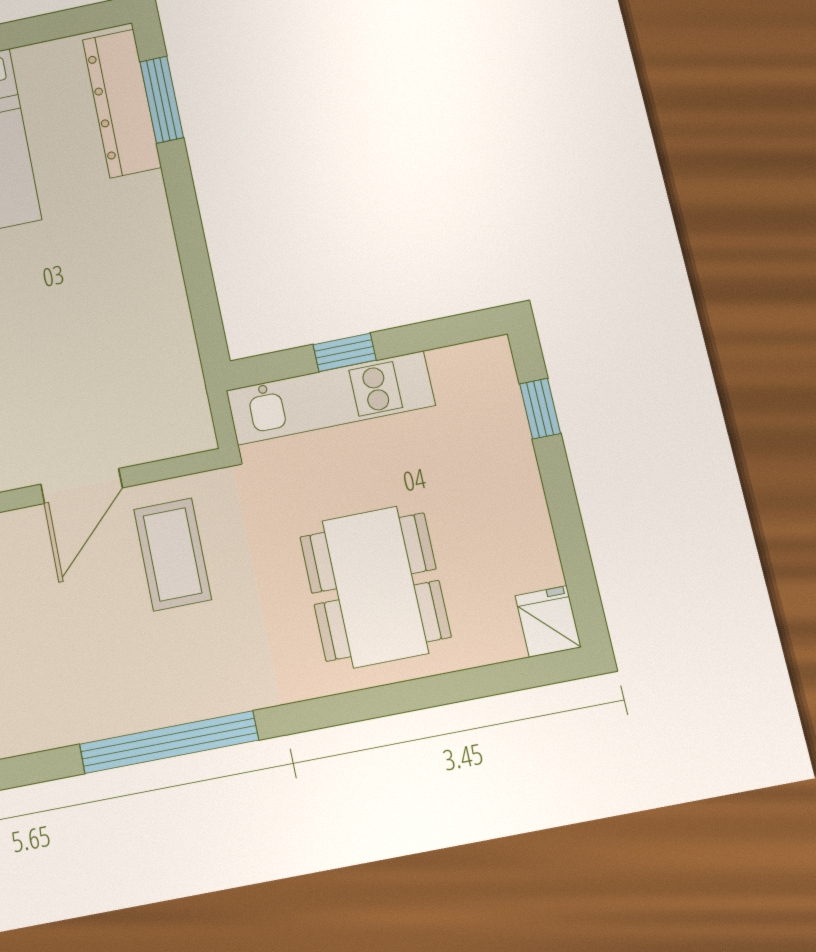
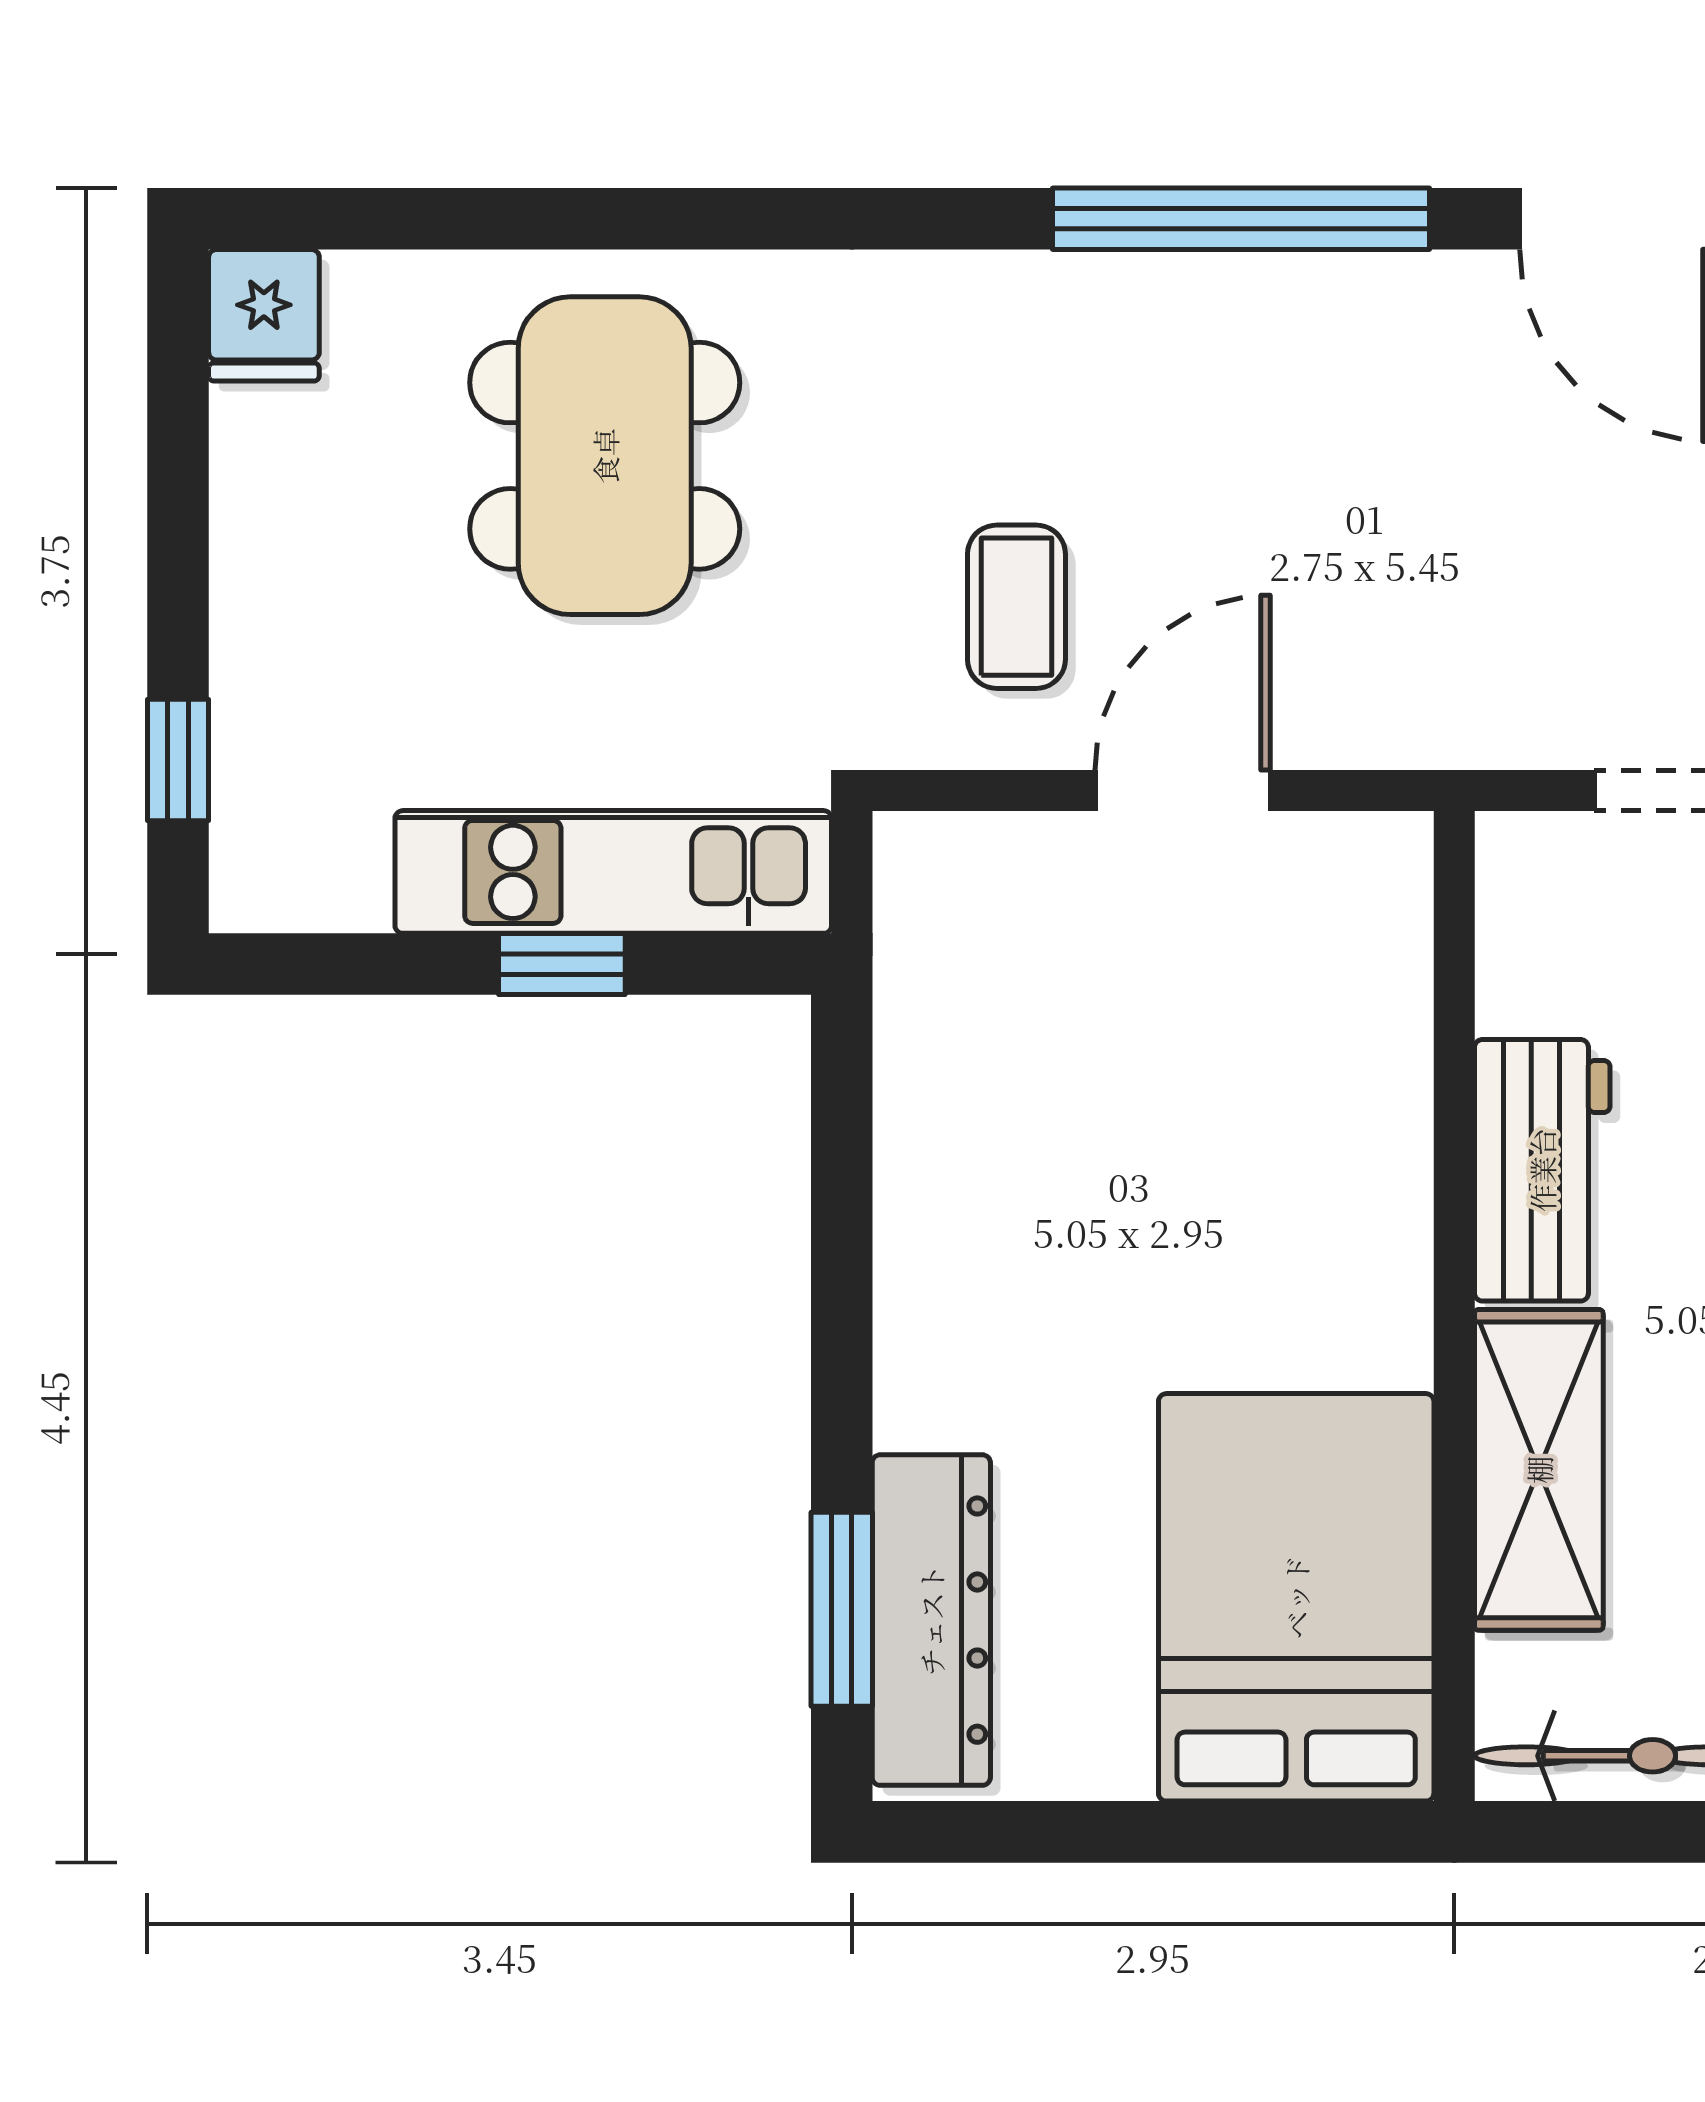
coffee table: (173, 554) -> (1016, 607), width x0.73, depth x0.77
window: (169, 742) -> (1241, 219), moved

